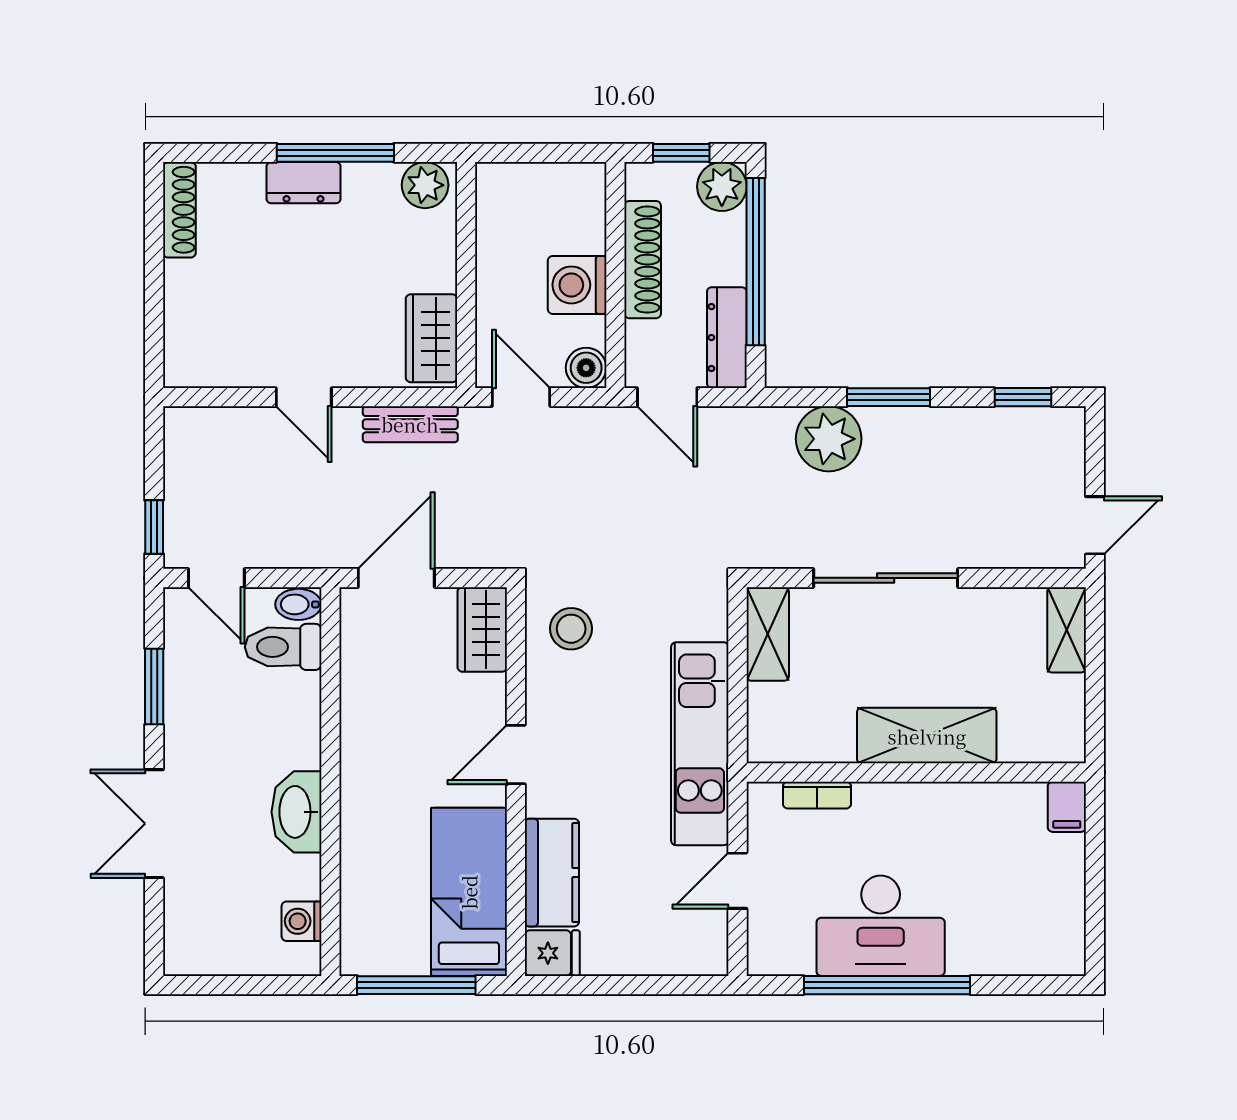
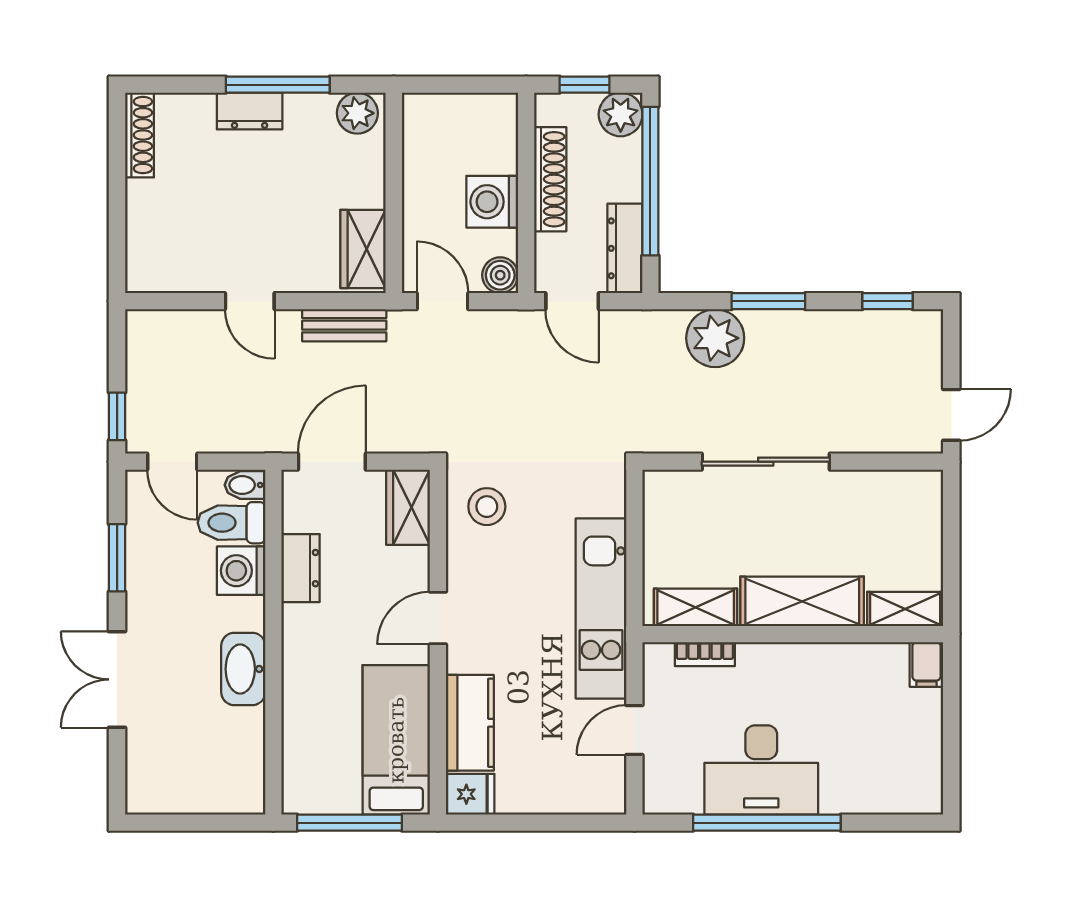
shelving: (1067, 630) -> (905, 609), moved, turned 90
shelving: (768, 634) -> (696, 607), moved, turned 90
dresser: (361, 698) -> (301, 568), added
washing machine: (302, 921) -> (241, 571), moved, width x1.38, depth x1.38

